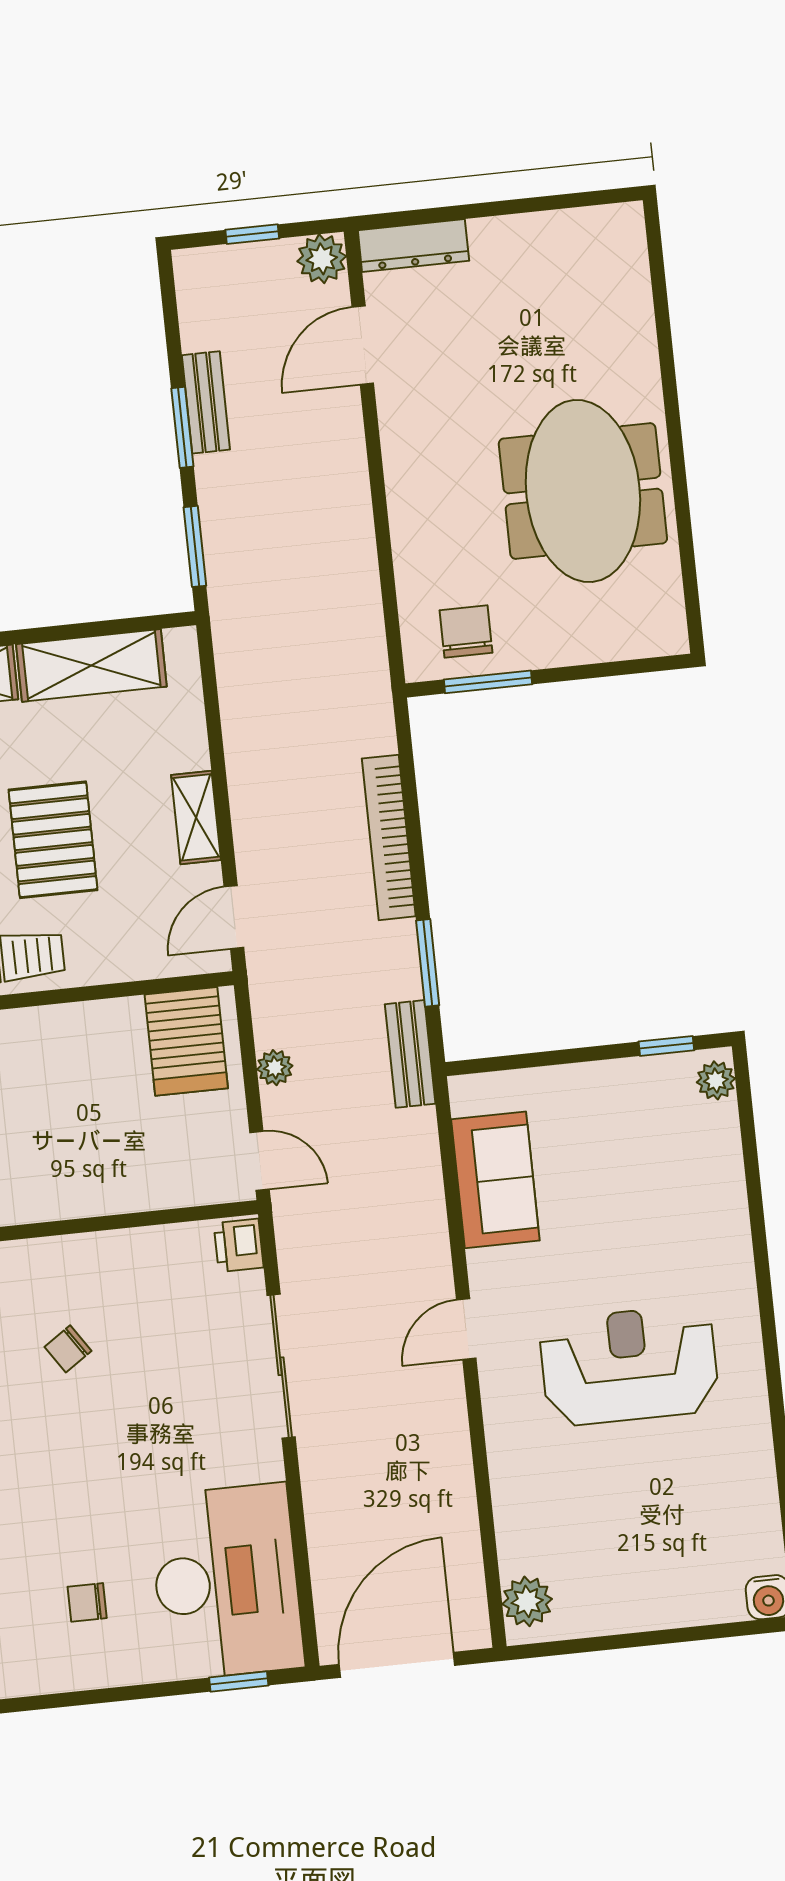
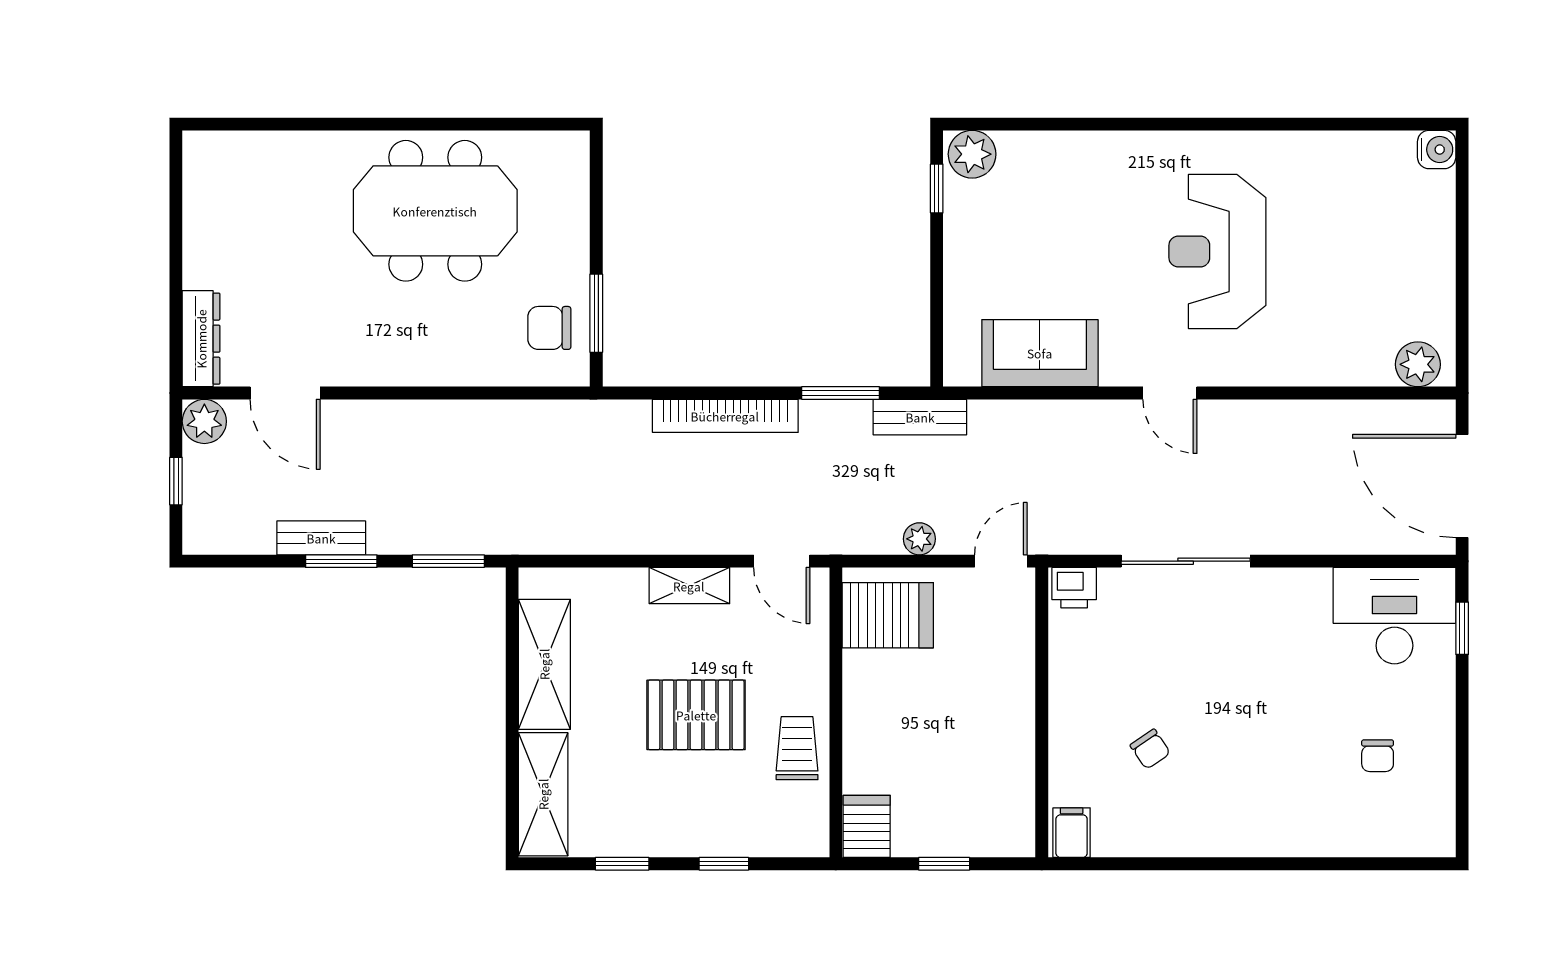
plant: (716, 1080) -> (972, 154), width x1.38, depth x1.38
desk: (226, 1582) -> (1394, 616), width x0.73, depth x0.77

